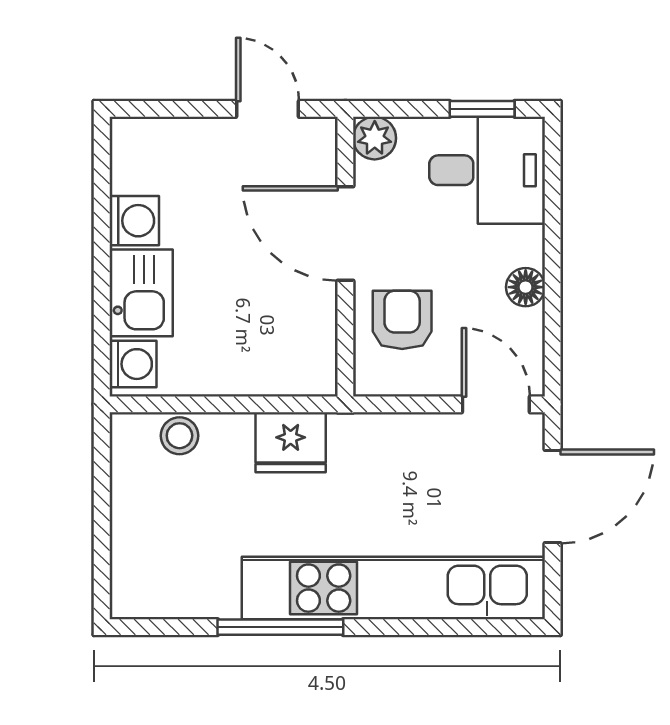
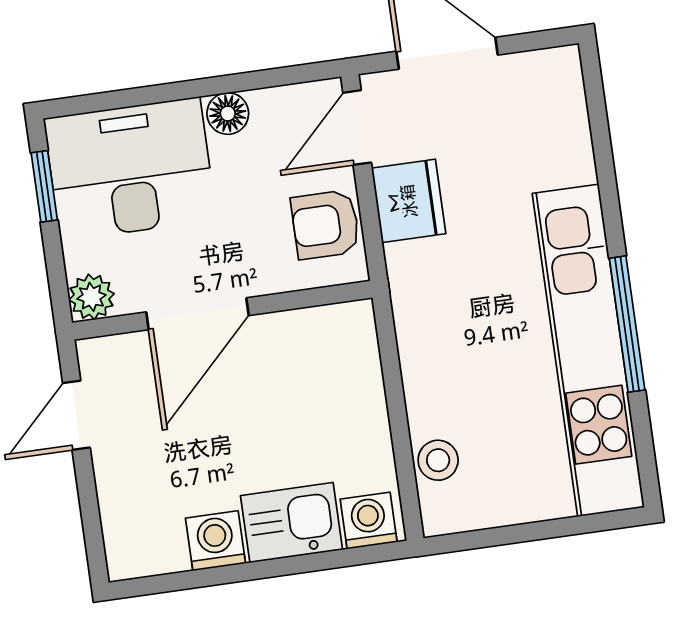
desk: (487, 170) -> (130, 169), width x1.37
armchair: (402, 320) -> (325, 225), moved
fridge: (291, 442) -> (409, 201), moved
kitchen unit: (393, 588) -> (588, 350), moved

